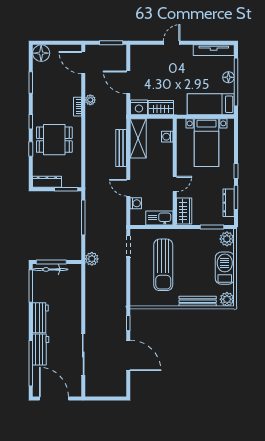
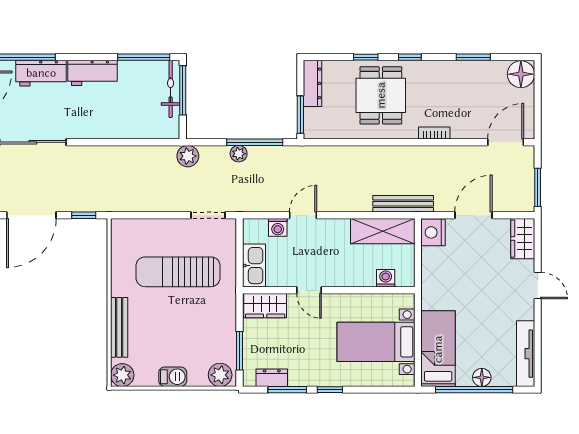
plant: (90, 100) -> (239, 154), moved
wardrobe: (161, 108) -> (523, 239), moved, turned 180
bench: (121, 148) -> (403, 204), moved
dresser: (229, 203) -> (272, 378), width x0.70
barbecue: (225, 268) -> (173, 377), width x0.53, depth x0.65

